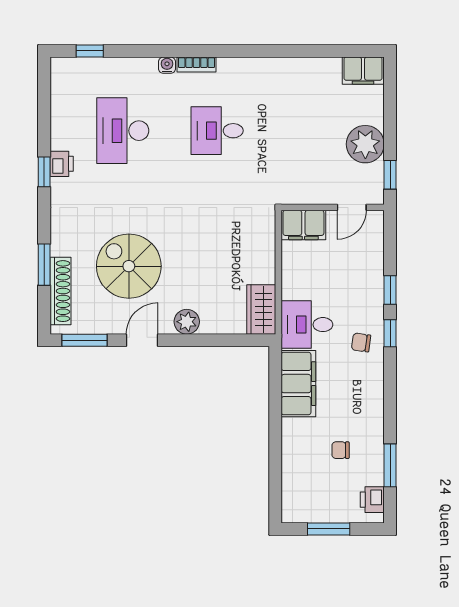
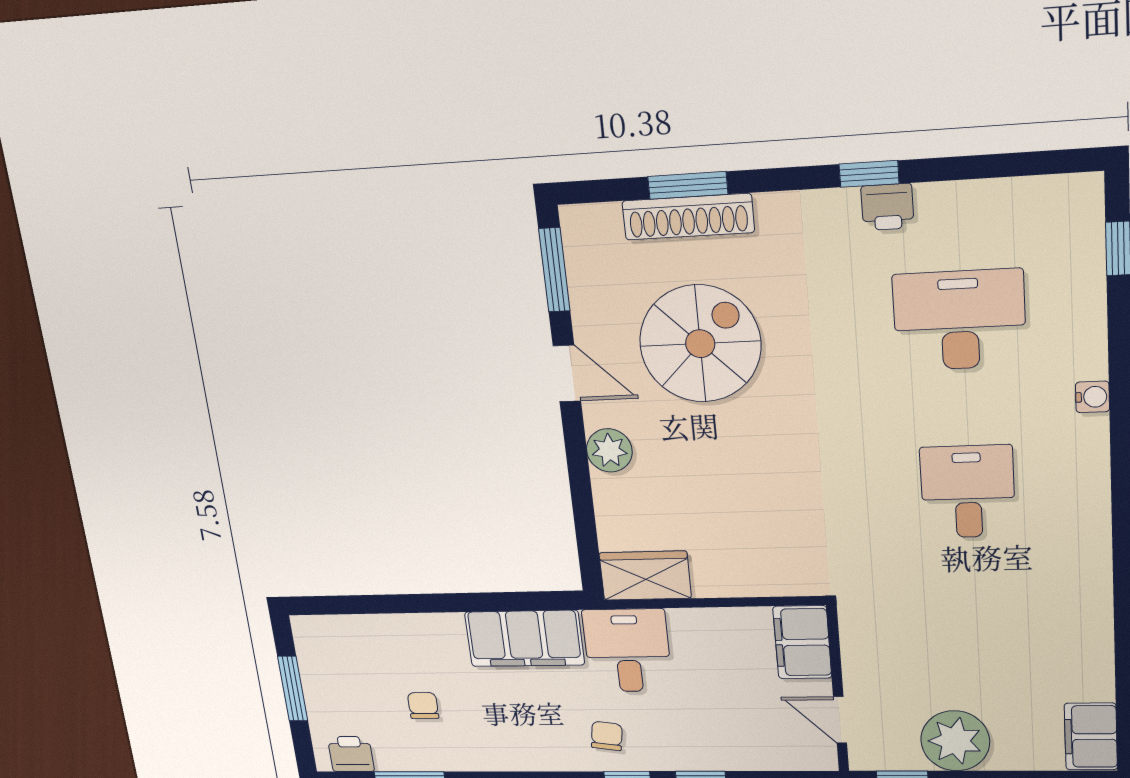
bookcase: (197, 65) -> (1095, 451), removed
shoe rack: (60, 291) -> (688, 217), moved

